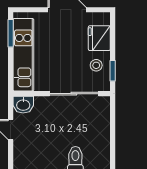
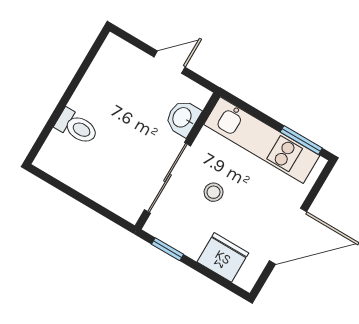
stool: (96, 65) -> (214, 192), moved
washbasin: (23, 105) -> (183, 118), moved

